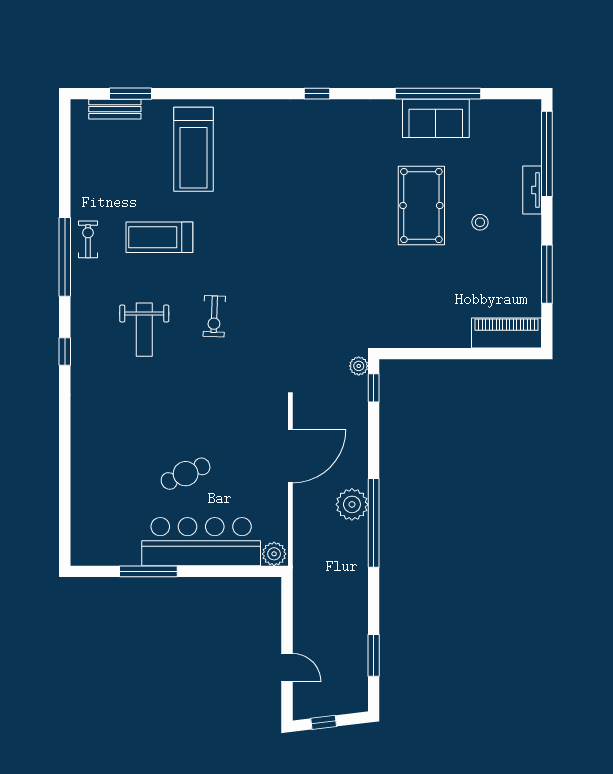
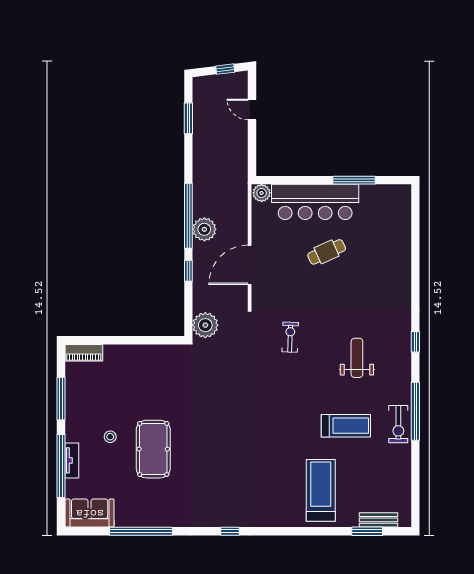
sofa: (436, 118) -> (90, 513), moved
window: (547, 154) -> (61, 466), moved
exercise bike: (88, 239) -> (398, 424), width x1.38, depth x1.39
exercise bike: (214, 316) -> (290, 337), moved
piano: (506, 333) -> (84, 353), width x0.73, depth x0.75
plant: (359, 366) -> (205, 325), width x1.88, depth x1.88
window: (374, 388) -> (188, 271), moved

